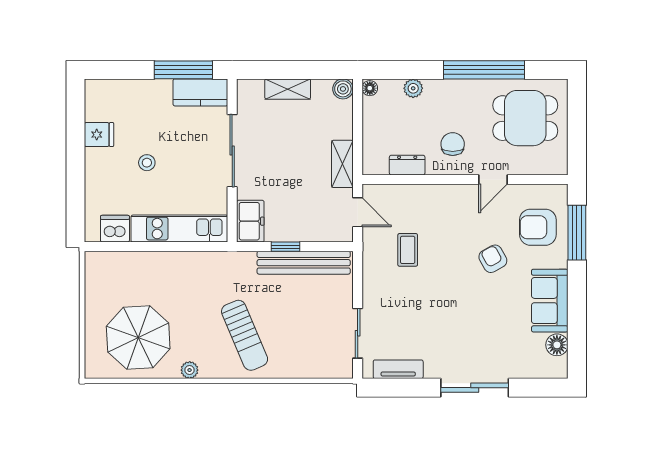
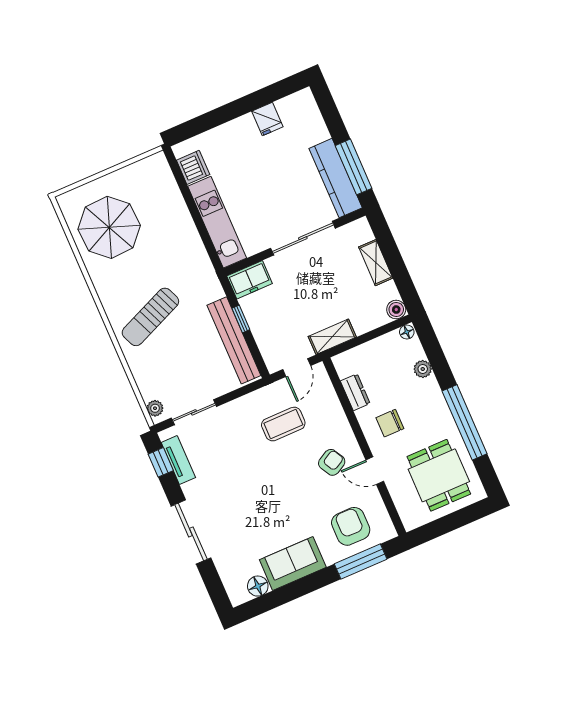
kitchen counter: (200, 92) -> (336, 178), width x1.50
chair: (453, 144) -> (390, 423), turned 180
stool: (147, 163) -> (261, 170), removed
coffee table: (408, 250) -> (283, 424), width x1.36, depth x1.30
armchair: (493, 259) -> (332, 462), moved
plant: (190, 370) -> (155, 408), moved
window: (393, 388) -> (161, 462), added

